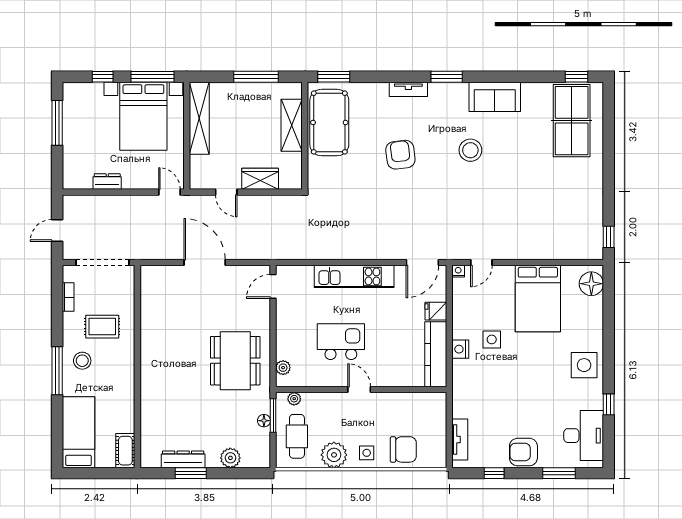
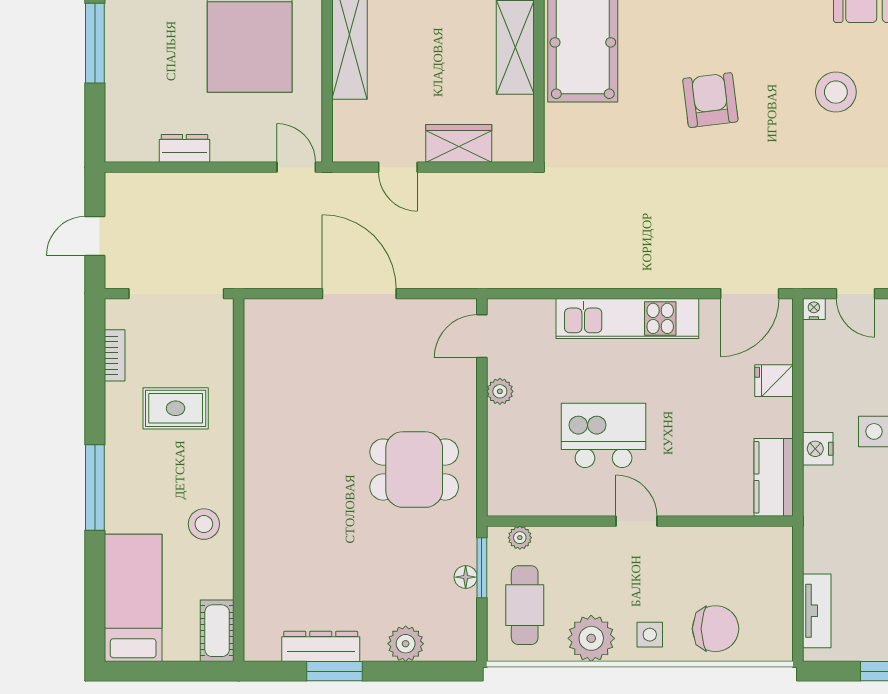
door: (481, 263) -> (856, 294), hinge flipped
kitchen counter: (436, 354) -> (774, 477), width x0.67
stool: (82, 361) -> (204, 524), moved
dining table: (235, 361) -> (414, 470), width x0.73
plant: (283, 368) -> (500, 391), moved

